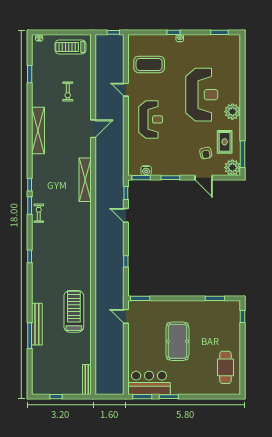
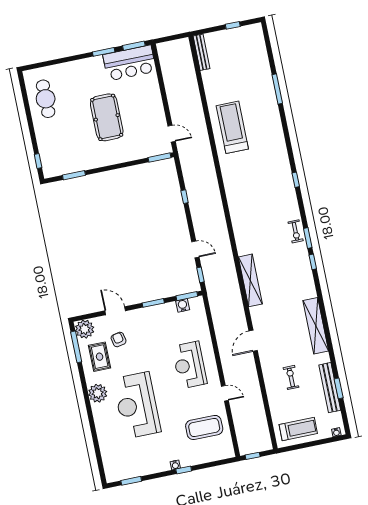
treadmill: (74, 311) -> (232, 127), turned 180
bench: (37, 324) -> (330, 388), moved

